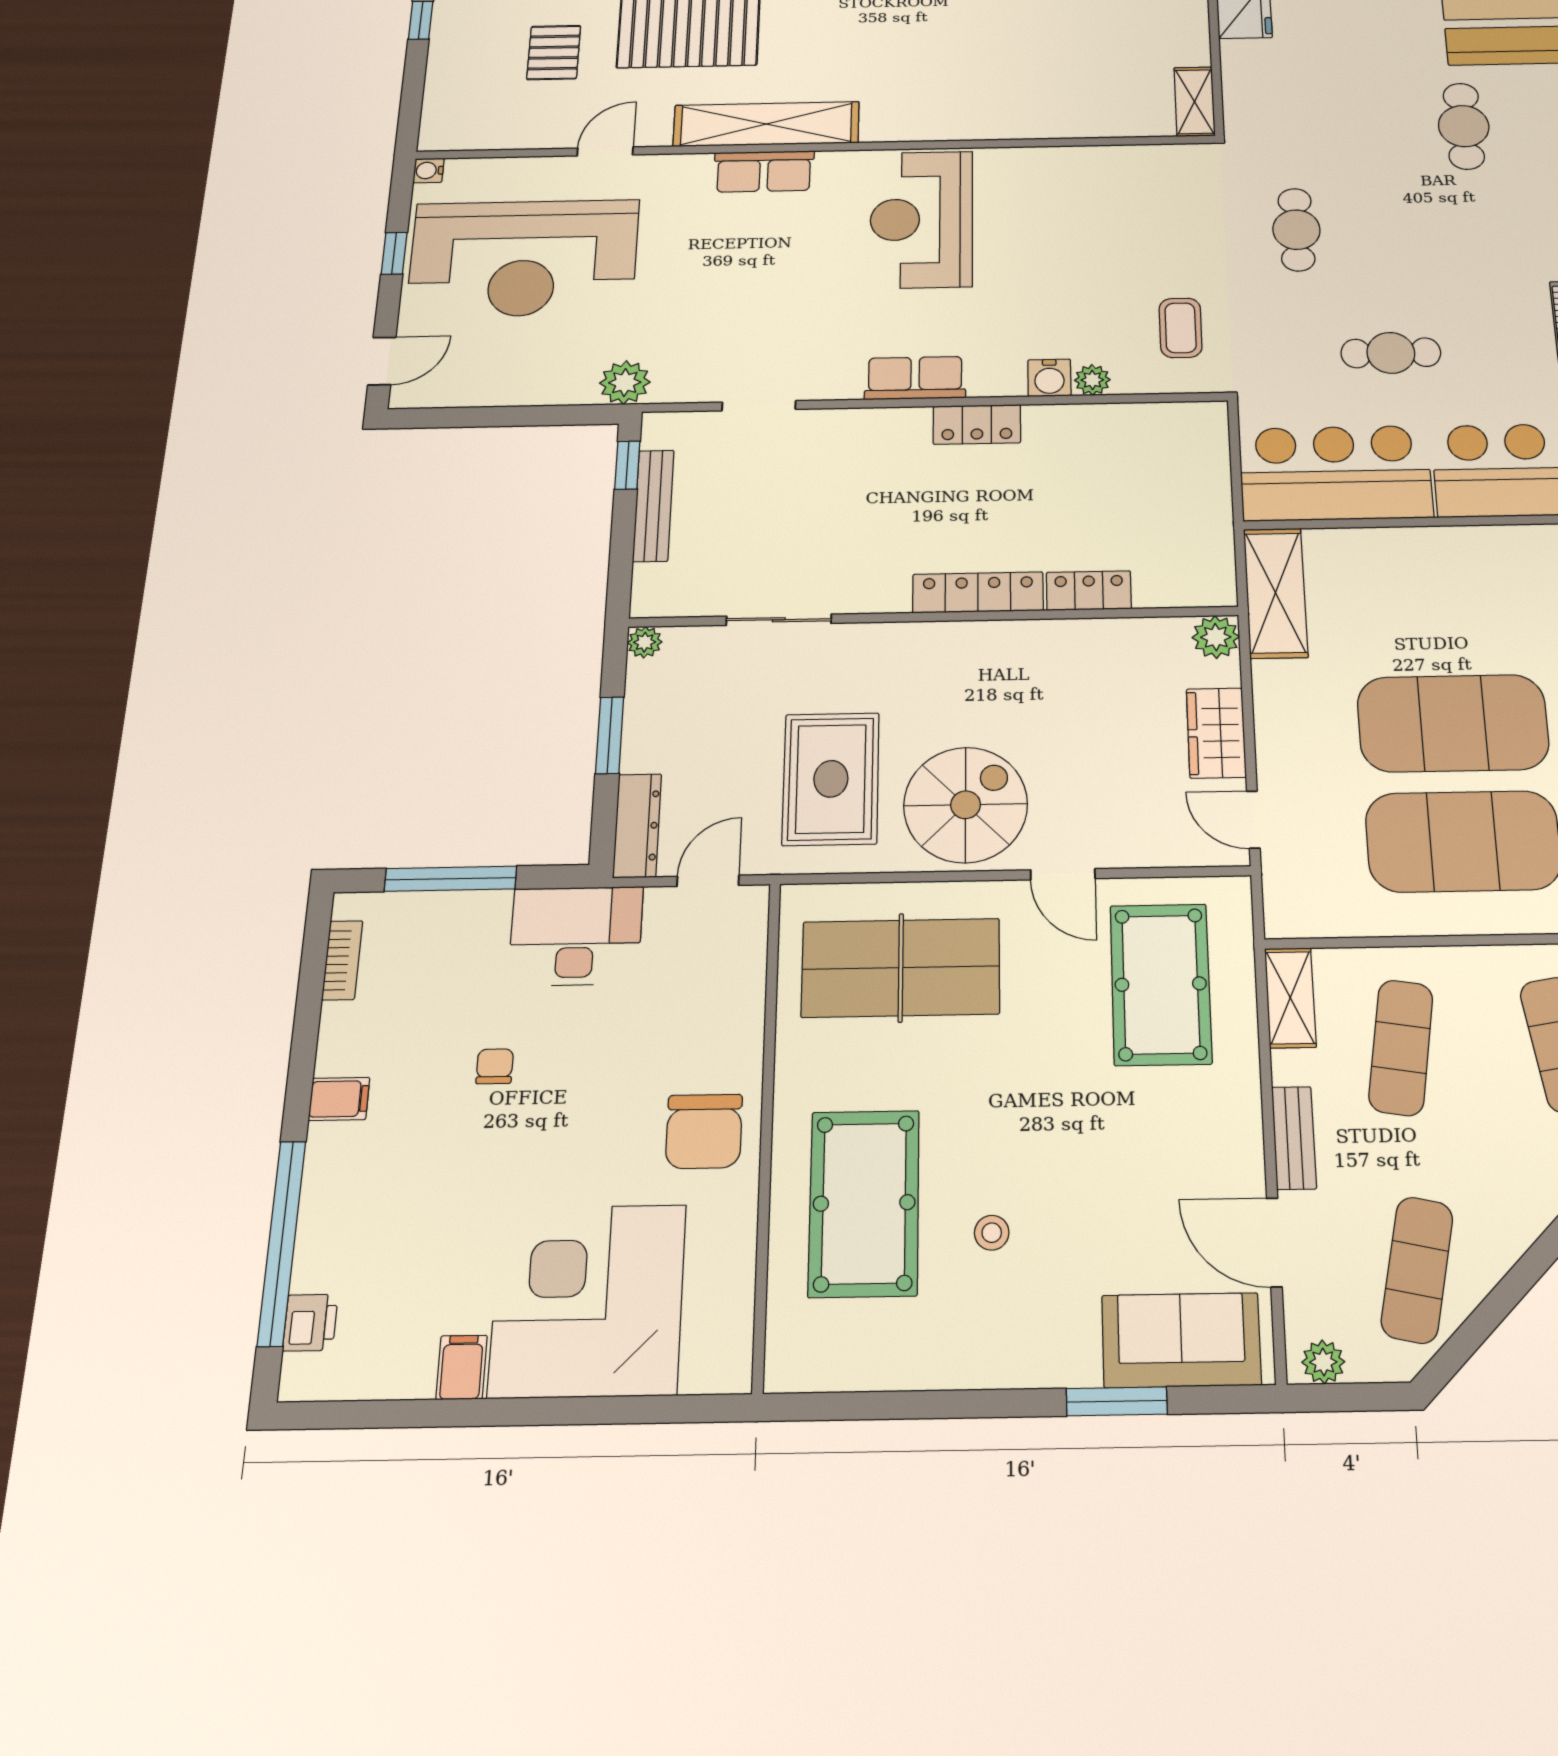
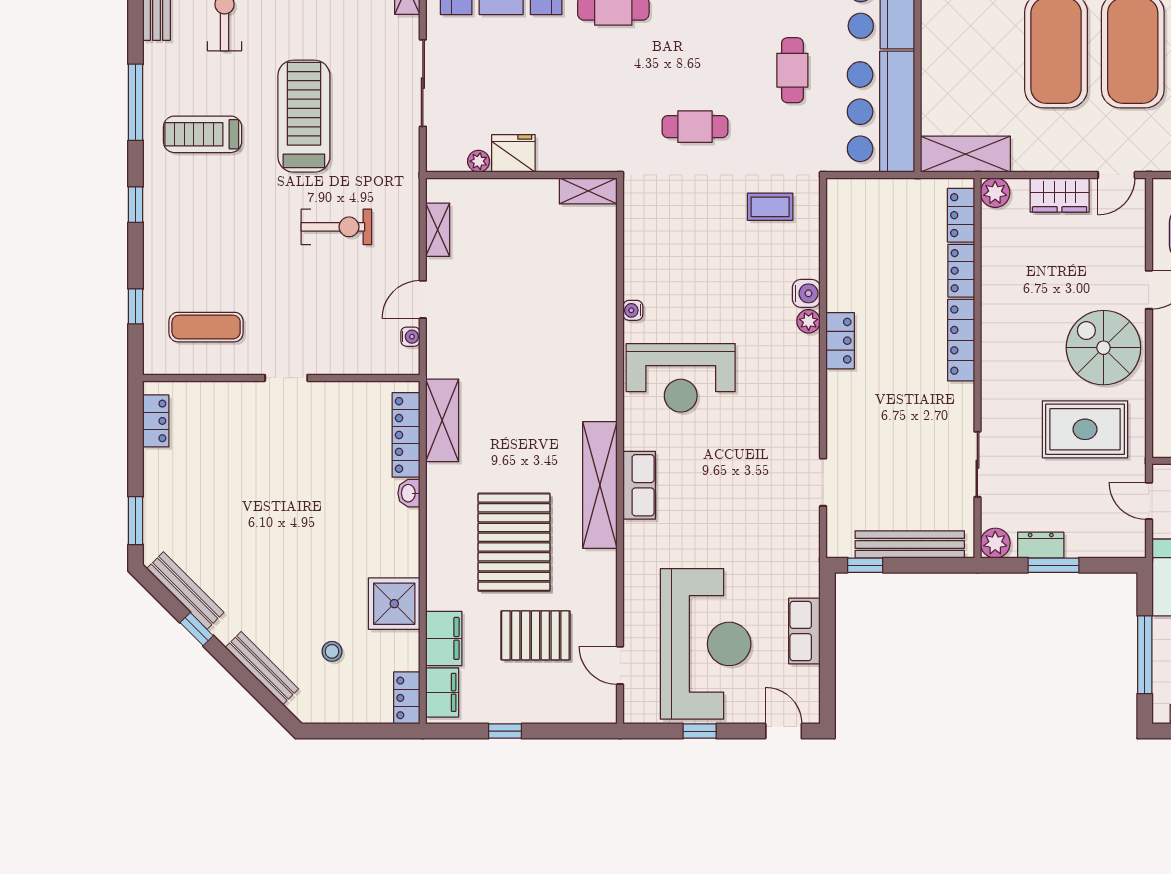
pallet: (554, 53) -> (535, 635), width x1.50, depth x1.42
door: (605, 151) -> (620, 665), moved
water cooler: (429, 170) -> (633, 310), moved, turned 90
row of seats: (915, 378) -> (804, 631), moved
plant: (1092, 380) -> (809, 321), moved
plant: (625, 383) -> (804, 570), removed
bench: (653, 506) -> (910, 544), width x1.37, depth x1.21
locker: (1178, 588) -> (961, 215), added
plant: (645, 642) -> (995, 543), width x1.38, depth x1.38
dresser: (637, 826) -> (1041, 545), moved, width x0.70

